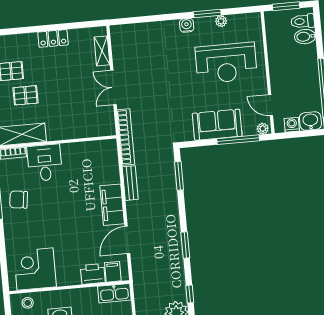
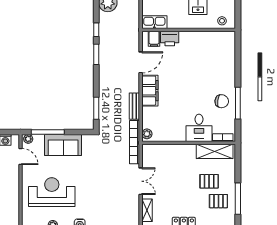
plant: (111, 149) -> (147, 134), added
corner desk: (35, 269) -> (214, 46), removed
window: (190, 294) -> (96, 30), moved

